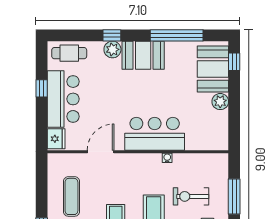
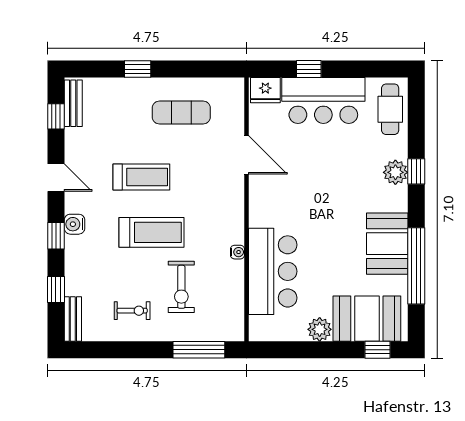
booth: (143, 55) -> (387, 244), moved
window: (42, 88) -> (309, 69), moved
bar counter: (155, 134) -> (273, 271), moved
exercise bike: (191, 196) -> (181, 287), turned 180
window: (234, 196) -> (199, 350), moved

